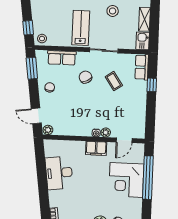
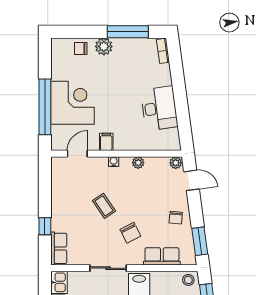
coffee table: (114, 81) -> (104, 206), moved
plant: (106, 132) -> (138, 163), moved
filing cabinet: (96, 148) -> (106, 142), width x0.50

